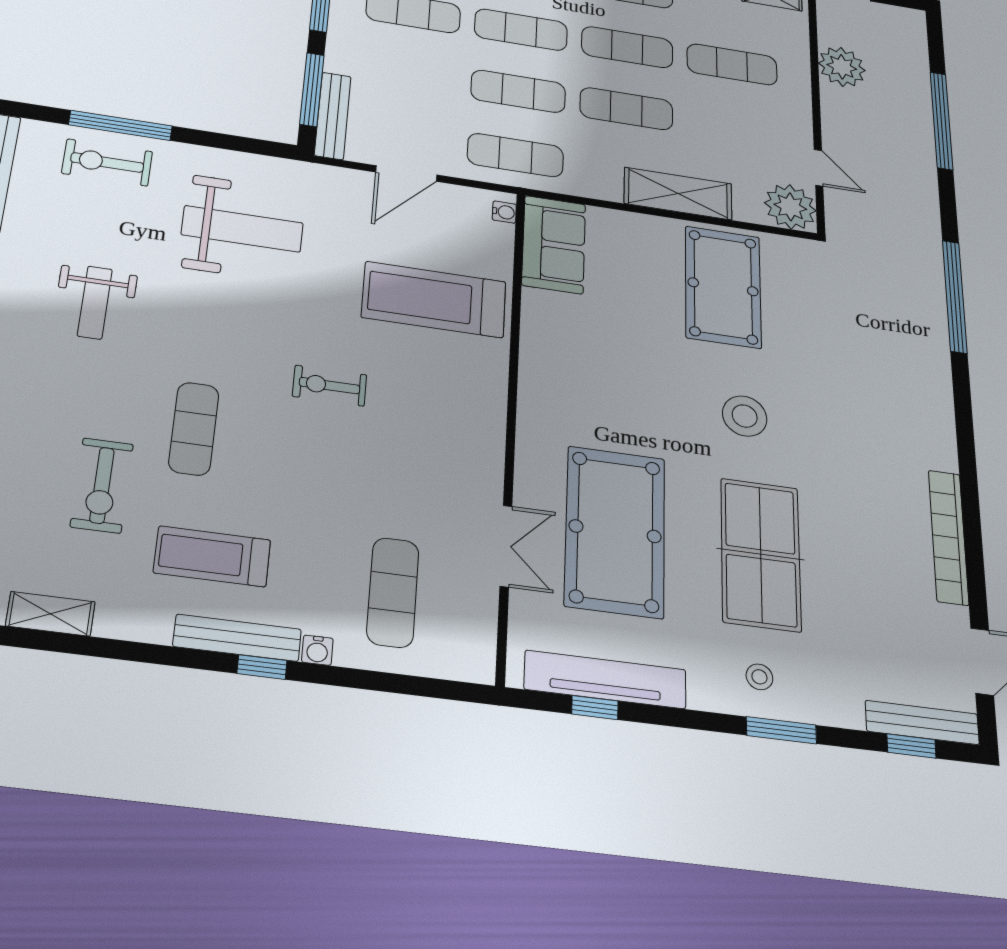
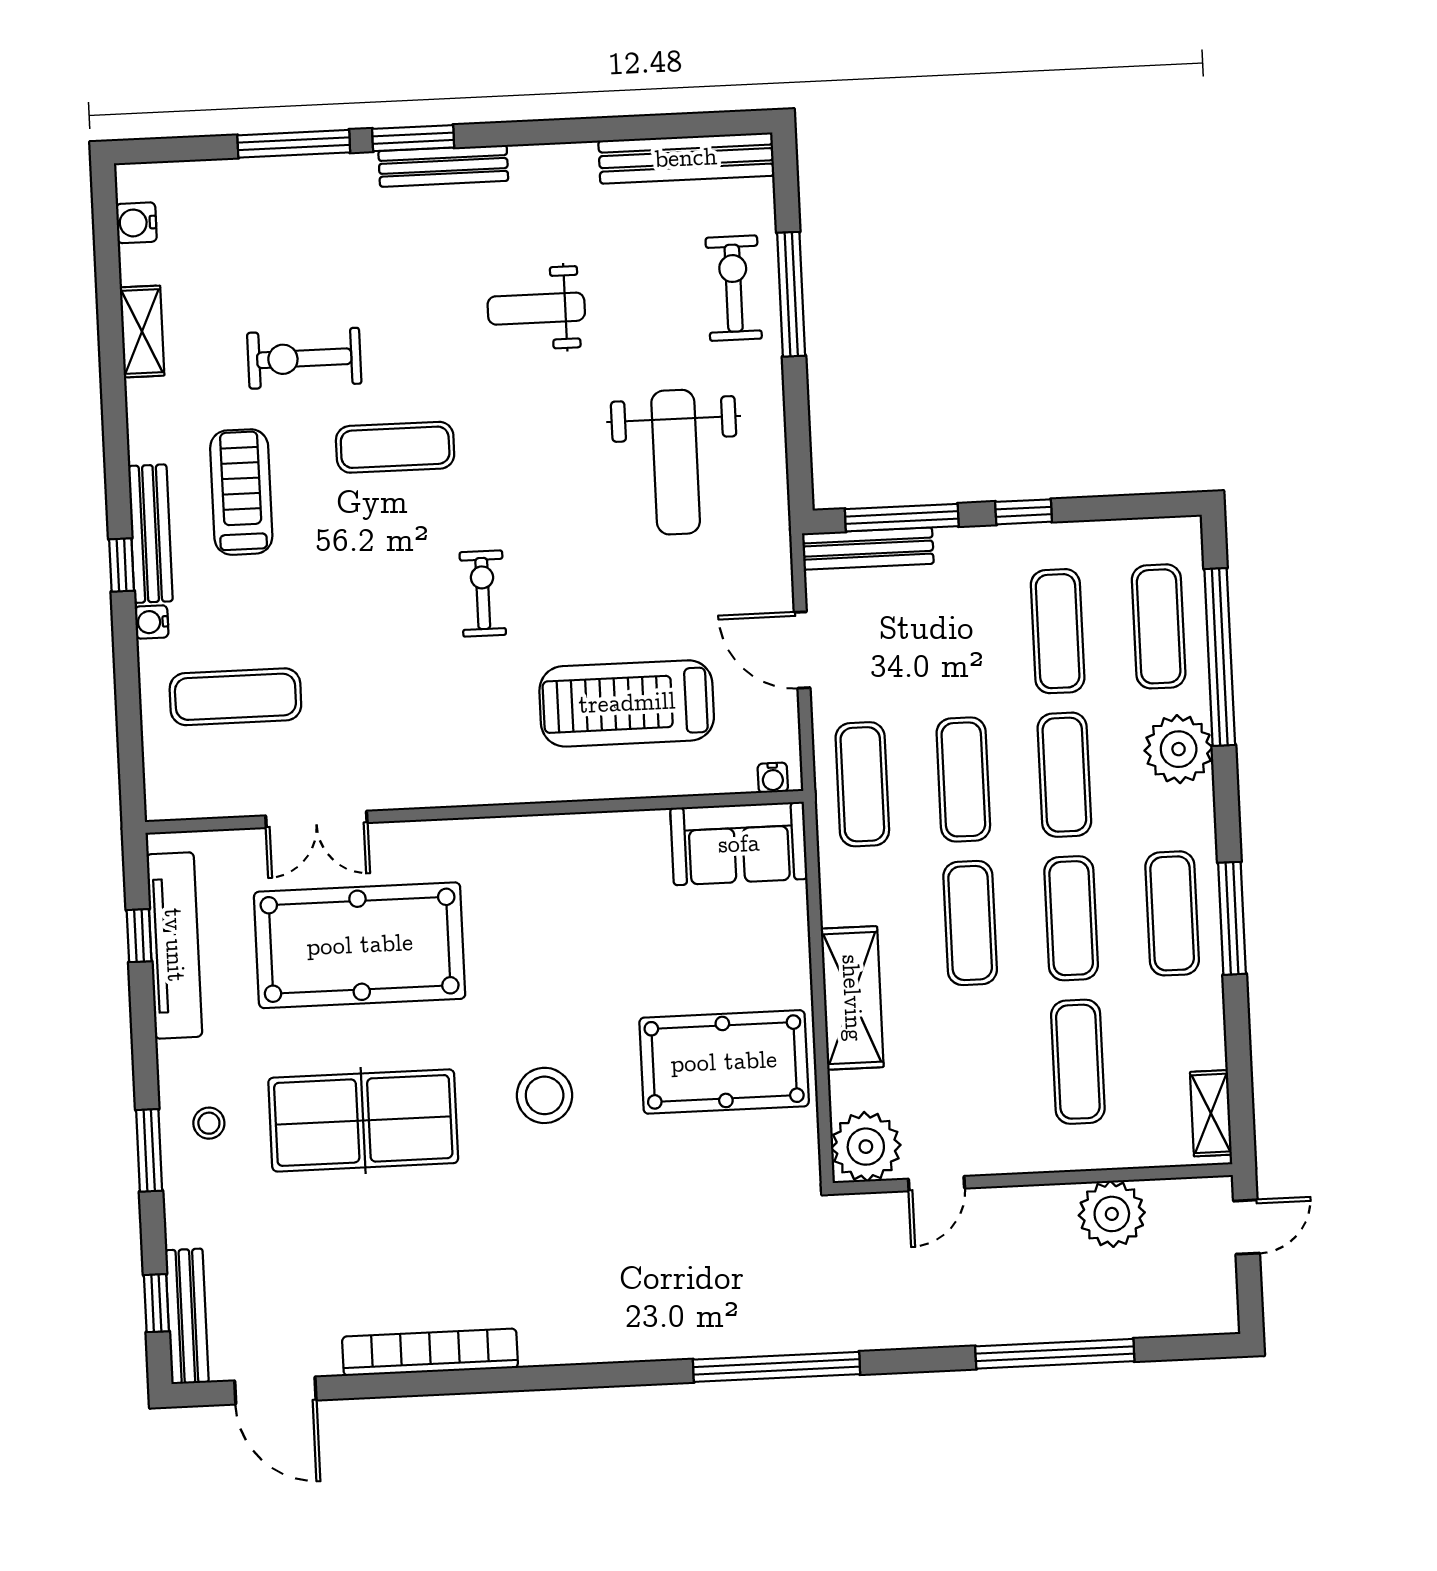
treadmill: (434, 300) -> (627, 703), turned -90

